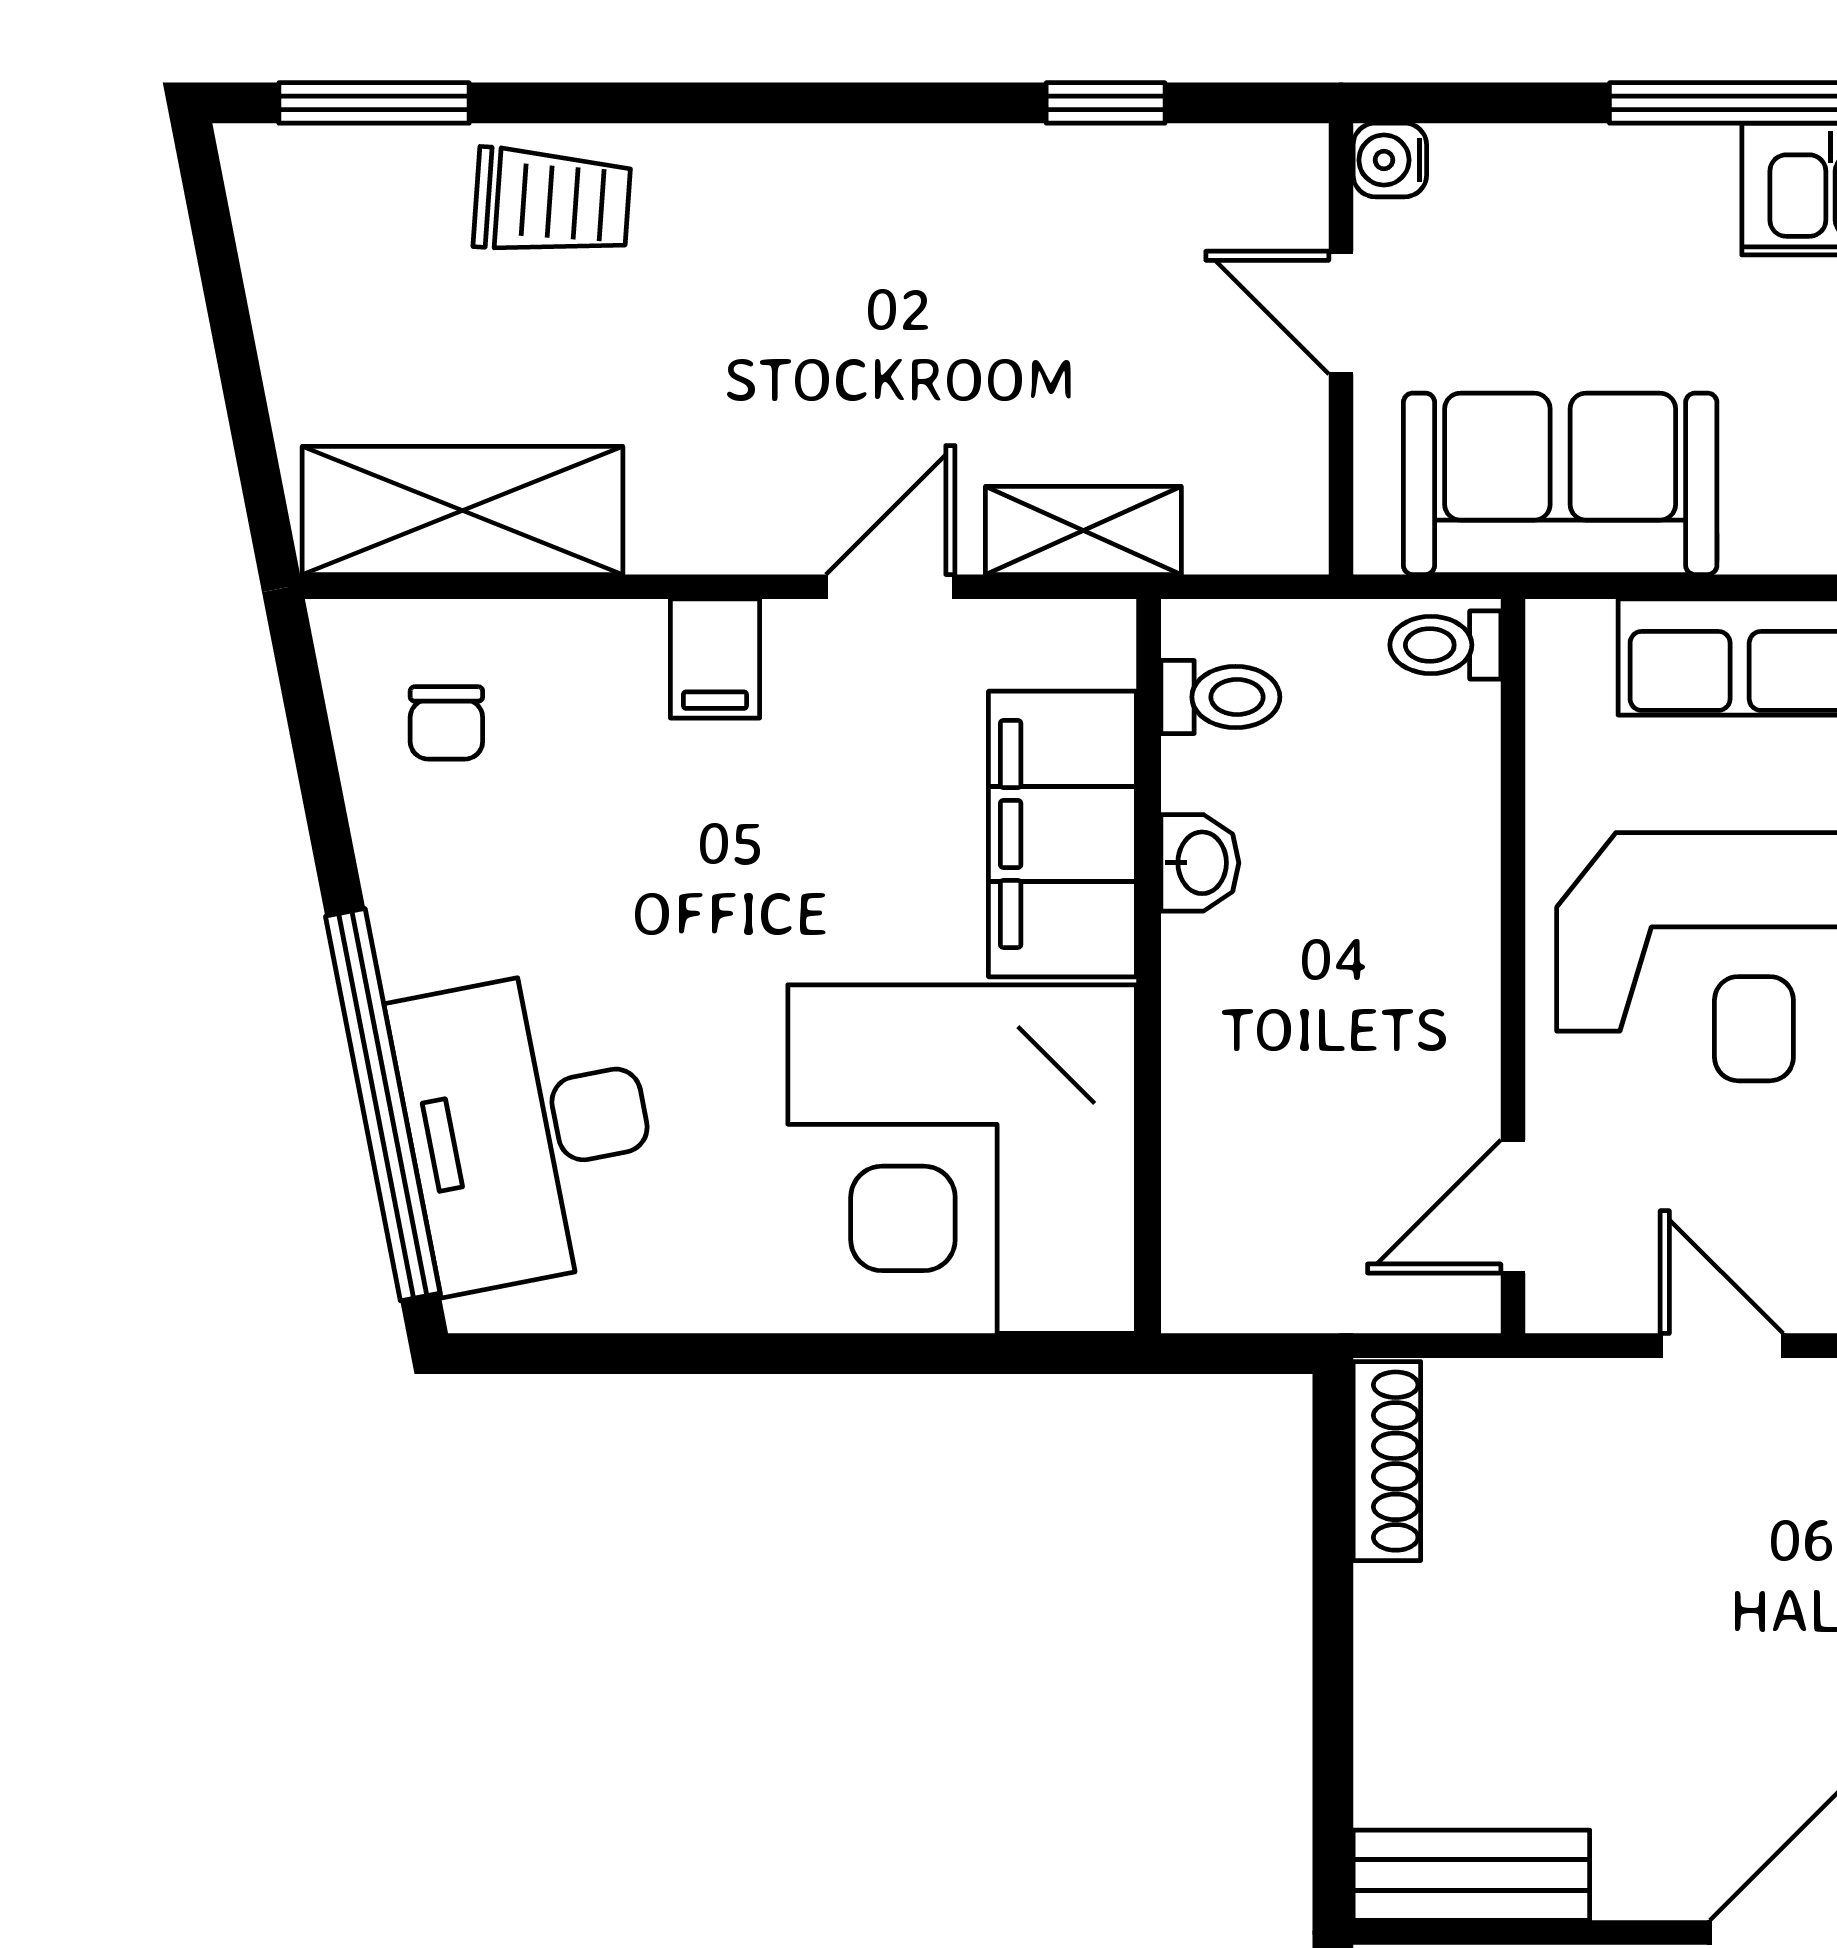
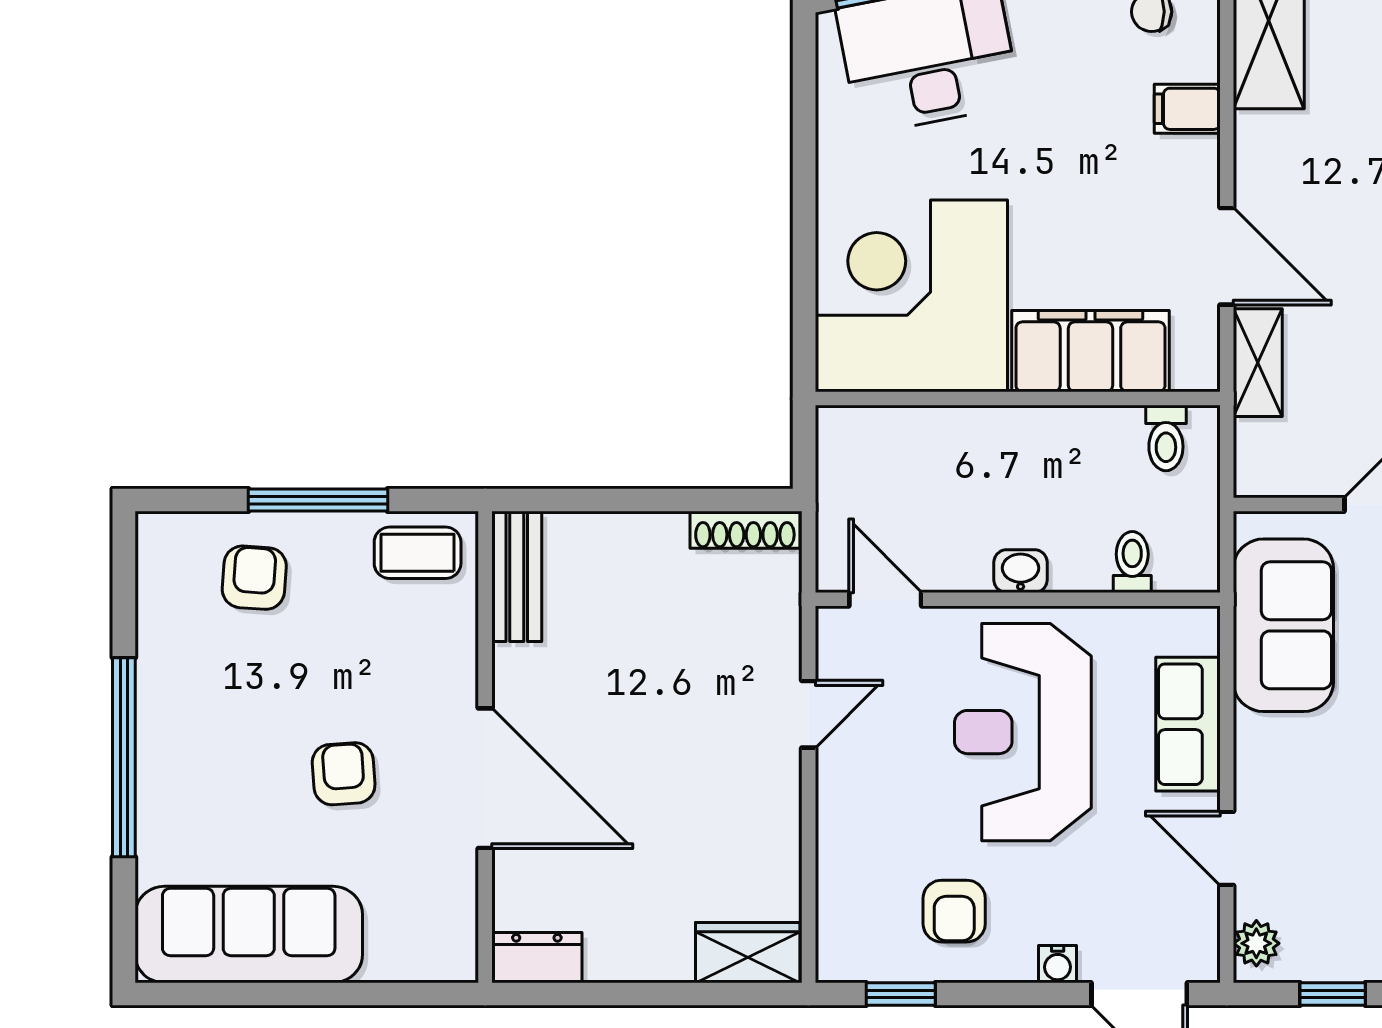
door: (890, 587) -> (1227, 256), width x1.38
toilet: (1445, 645) -> (1132, 562), moved
filing cabinet: (715, 658) -> (1187, 109), moved
washbasin: (1200, 863) -> (1021, 571), moved, turned 180

